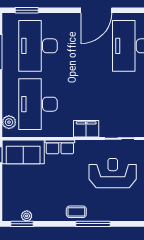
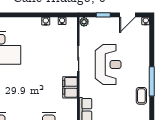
reception desk: (113, 173) -> (108, 65), turned 180

